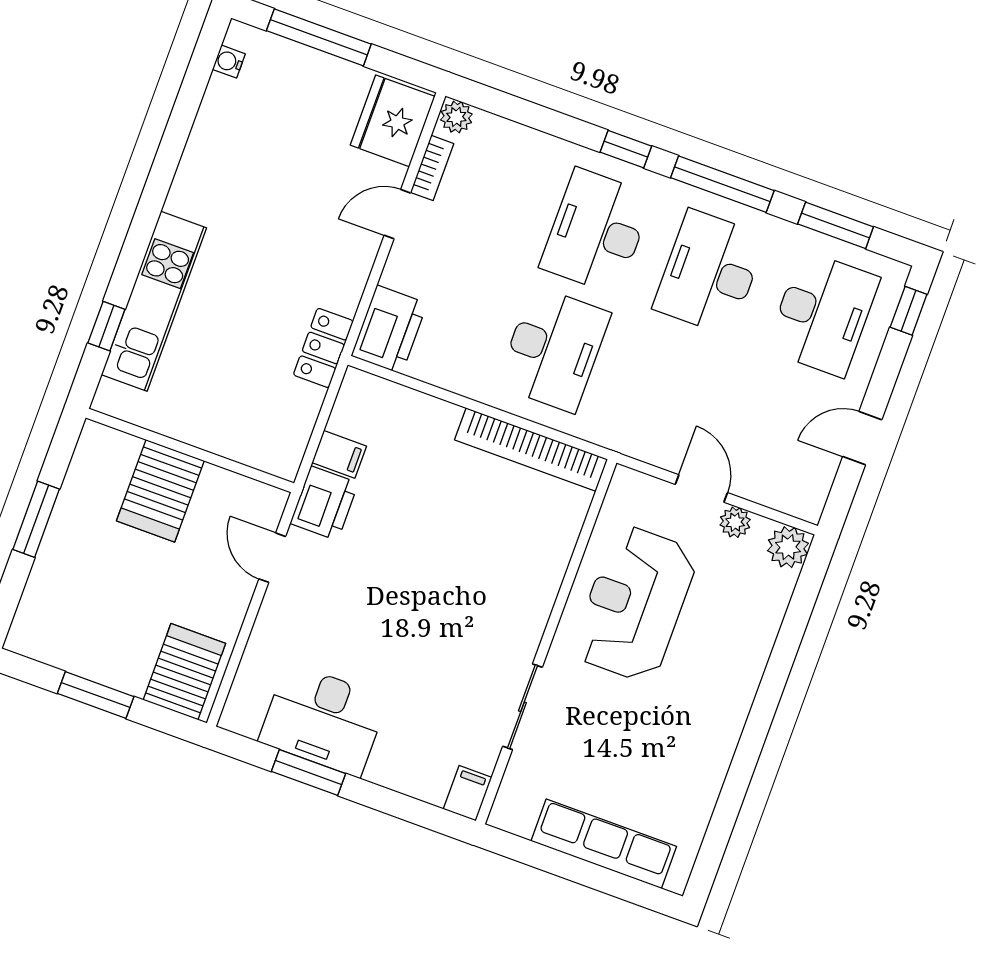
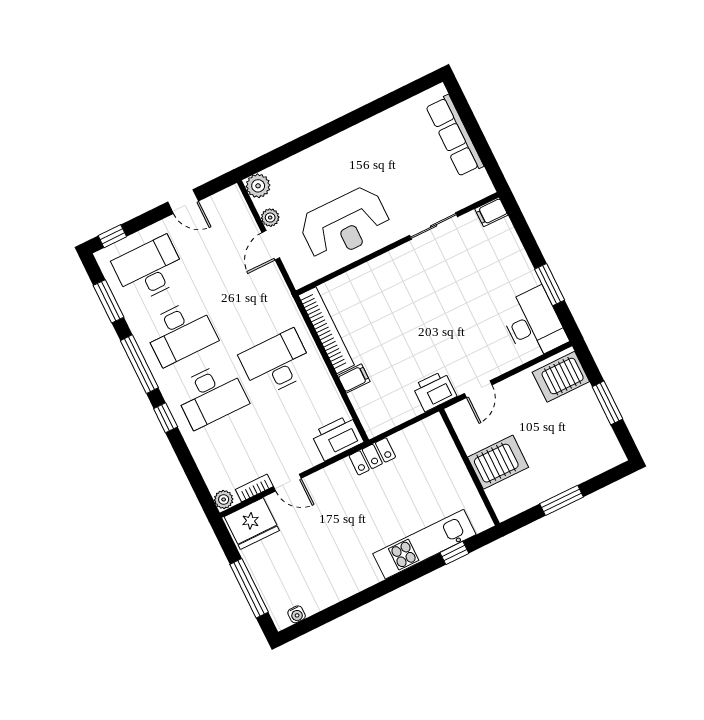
filing cabinet: (339, 454) -> (354, 379), moved, turned 90
desk: (323, 720) -> (533, 324), moved

